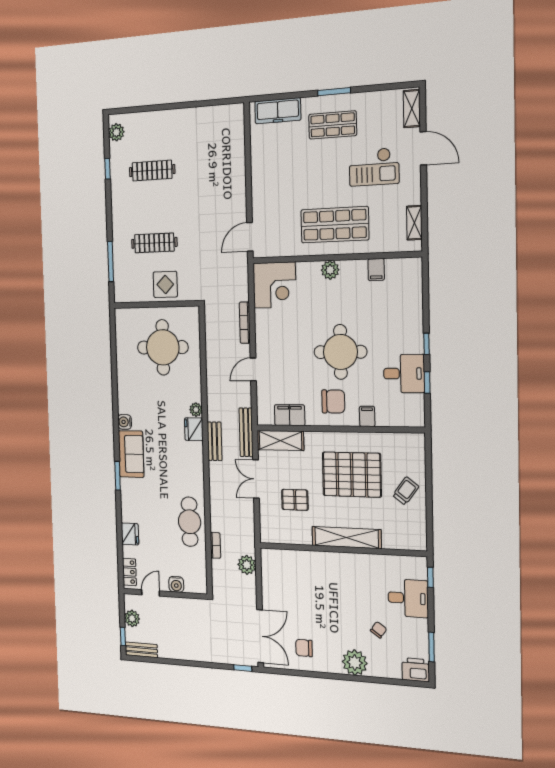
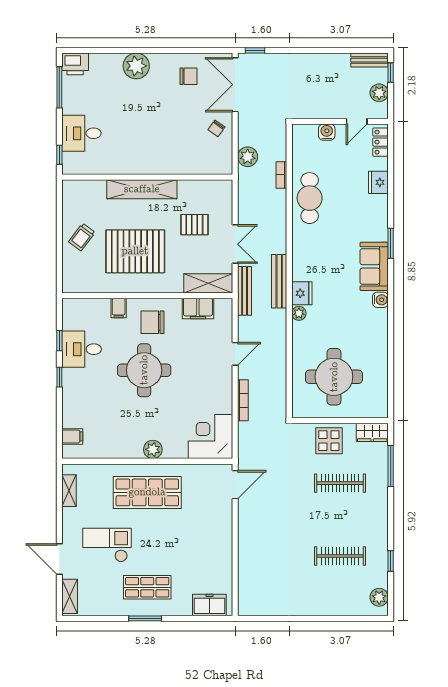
freezer: (278, 111) -> (209, 605), width x0.71
filing cabinet: (376, 270) -> (72, 436), moved, turned 90
wardrobe: (128, 294) -> (372, 432), added
bench: (215, 441) -> (279, 281), width x1.36
chair: (379, 630) -> (216, 128), moved
window: (431, 647) -> (59, 87), width x1.44

